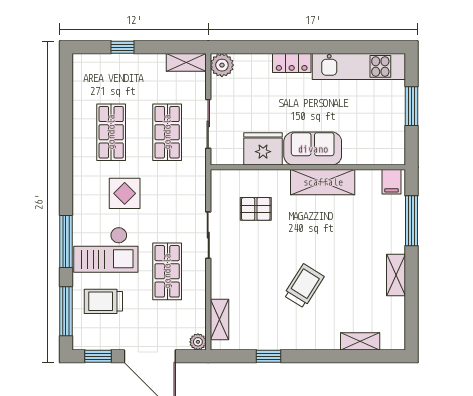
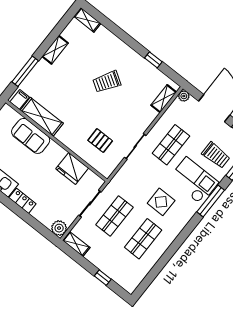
sofa: (313, 149) -> (31, 136), moved
shelving: (323, 182) -> (42, 117), moved
shelving: (360, 341) -> (87, 20), moved

